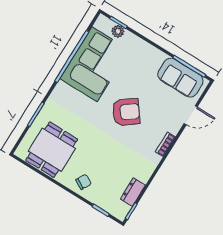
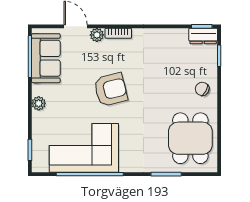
plant: (118, 31) -> (39, 103), moved
armchair: (126, 112) -> (111, 90), turned 113
plant: (174, 127) -> (97, 35), added
dining table: (52, 150) -> (190, 138), turned 90
dresser: (133, 192) -> (203, 36), moved

